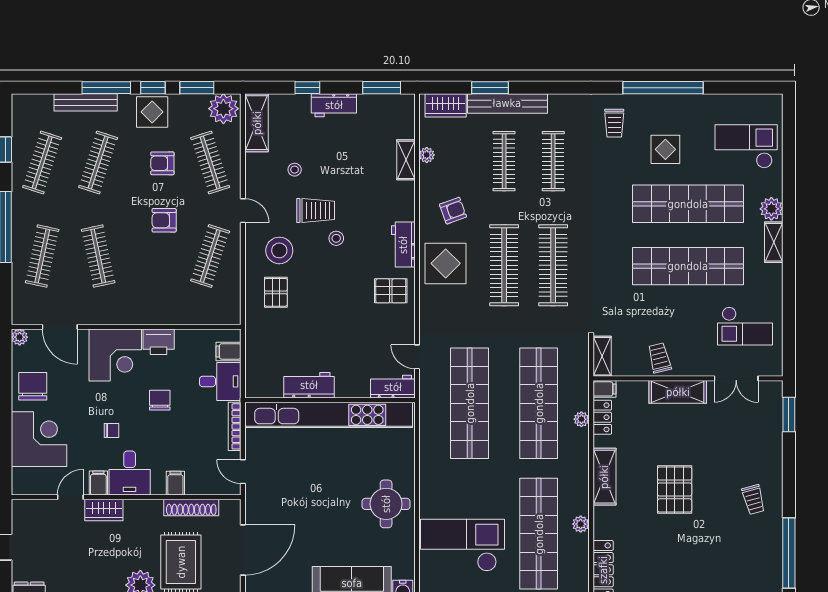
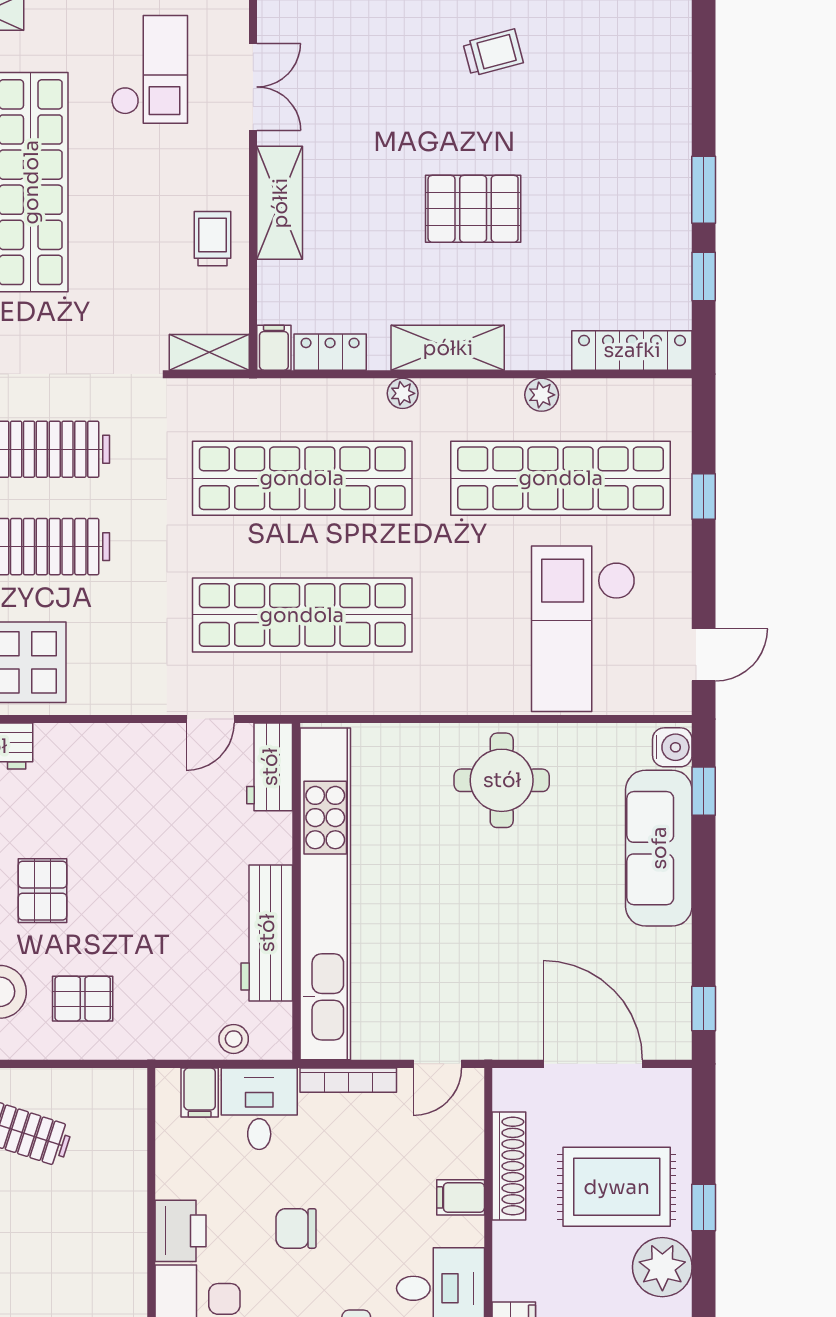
pallet: (391, 291) -> (43, 891), moved
trolley: (659, 358) -> (212, 239), turned 104
stool: (255, 369) -> (234, 1039), added
workbench: (309, 385) -> (267, 933), width x1.38
plant: (581, 419) -> (403, 393), moved

